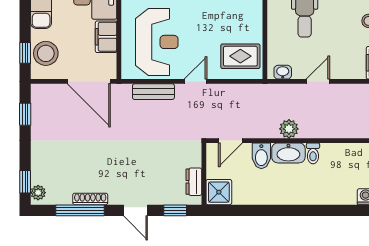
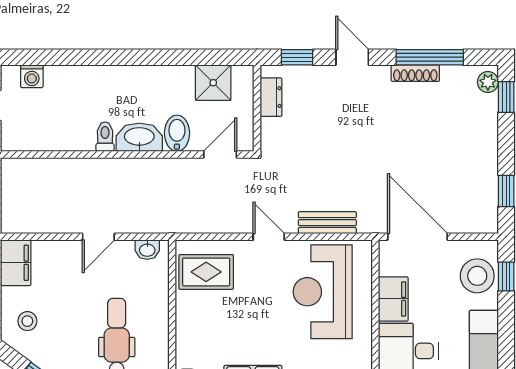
door: (195, 81) -> (269, 237), swing flipped
plant: (289, 129) -> (139, 171), removed
shower: (219, 192) -> (213, 83), moved

